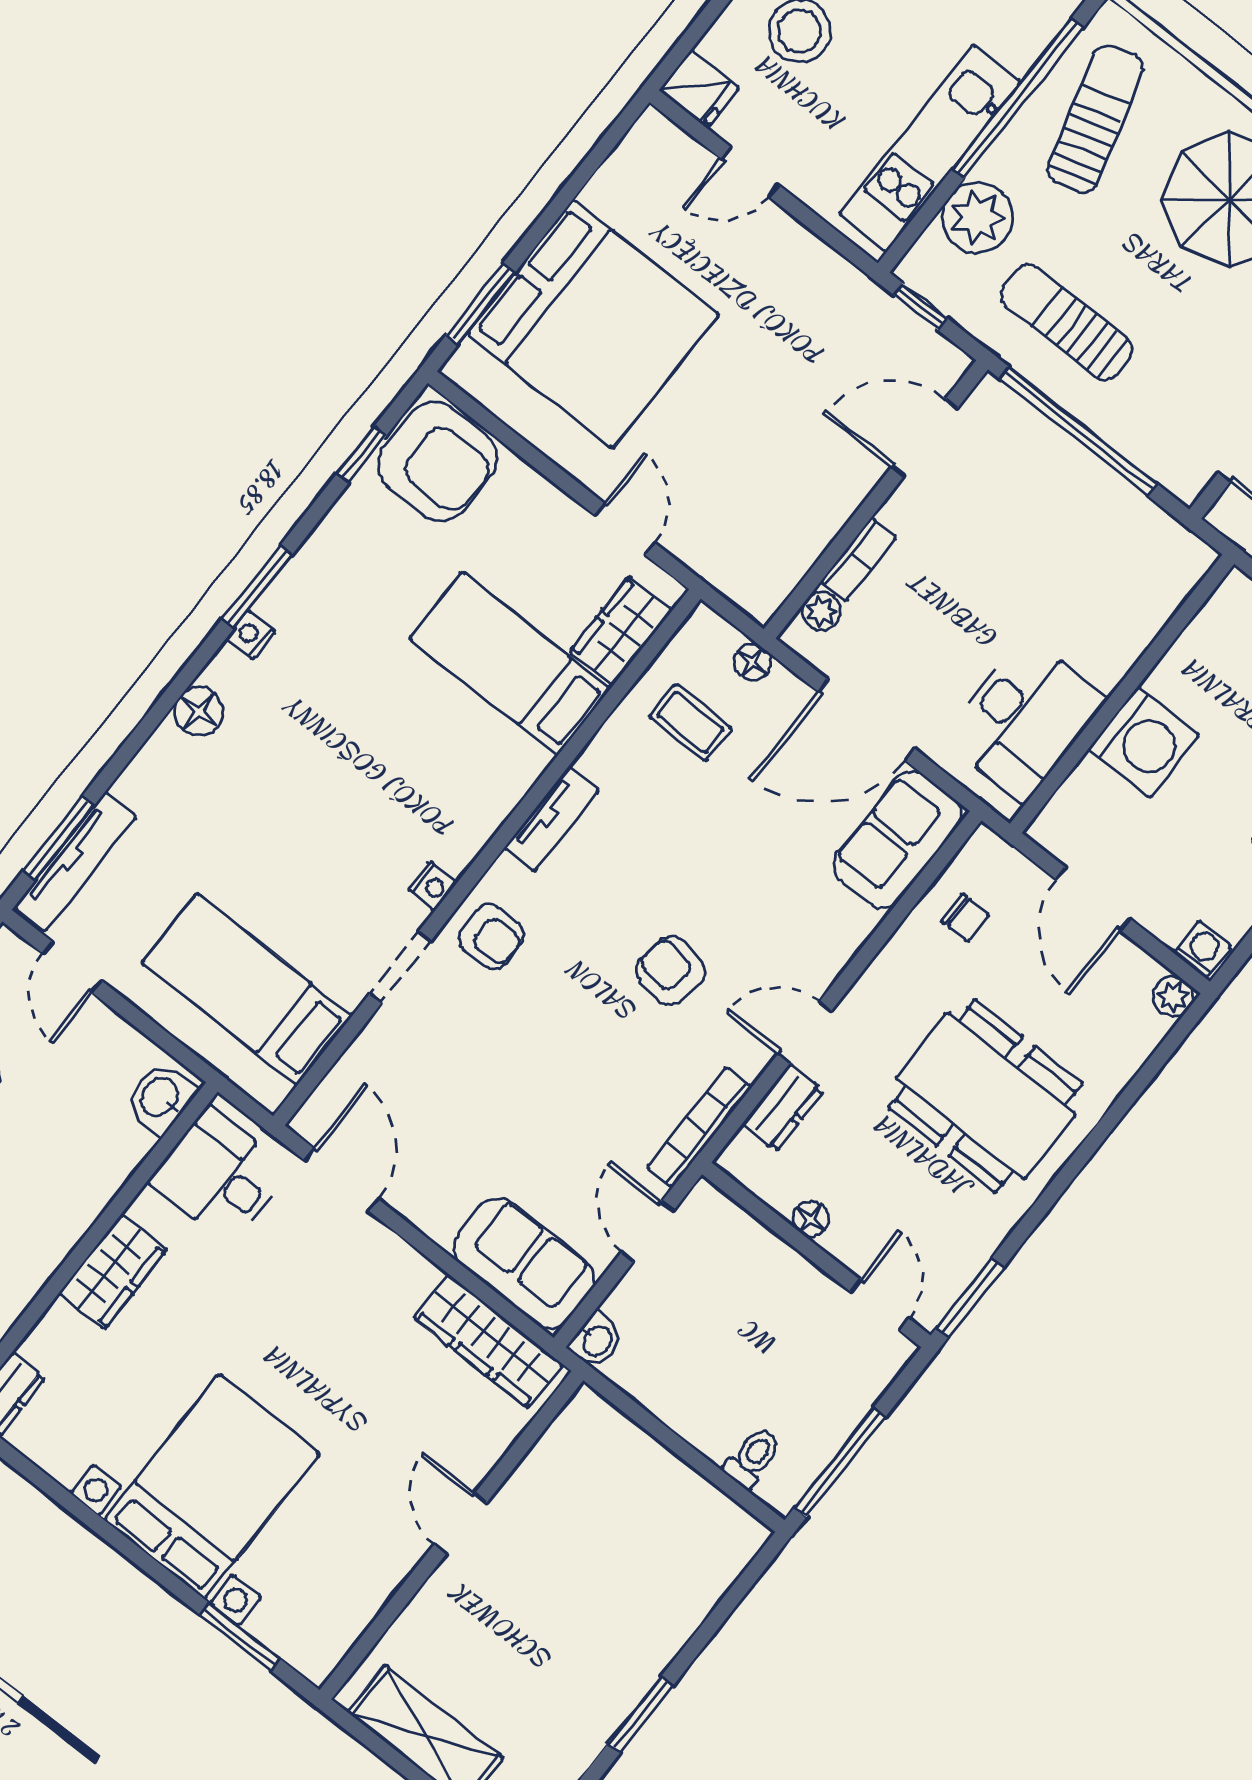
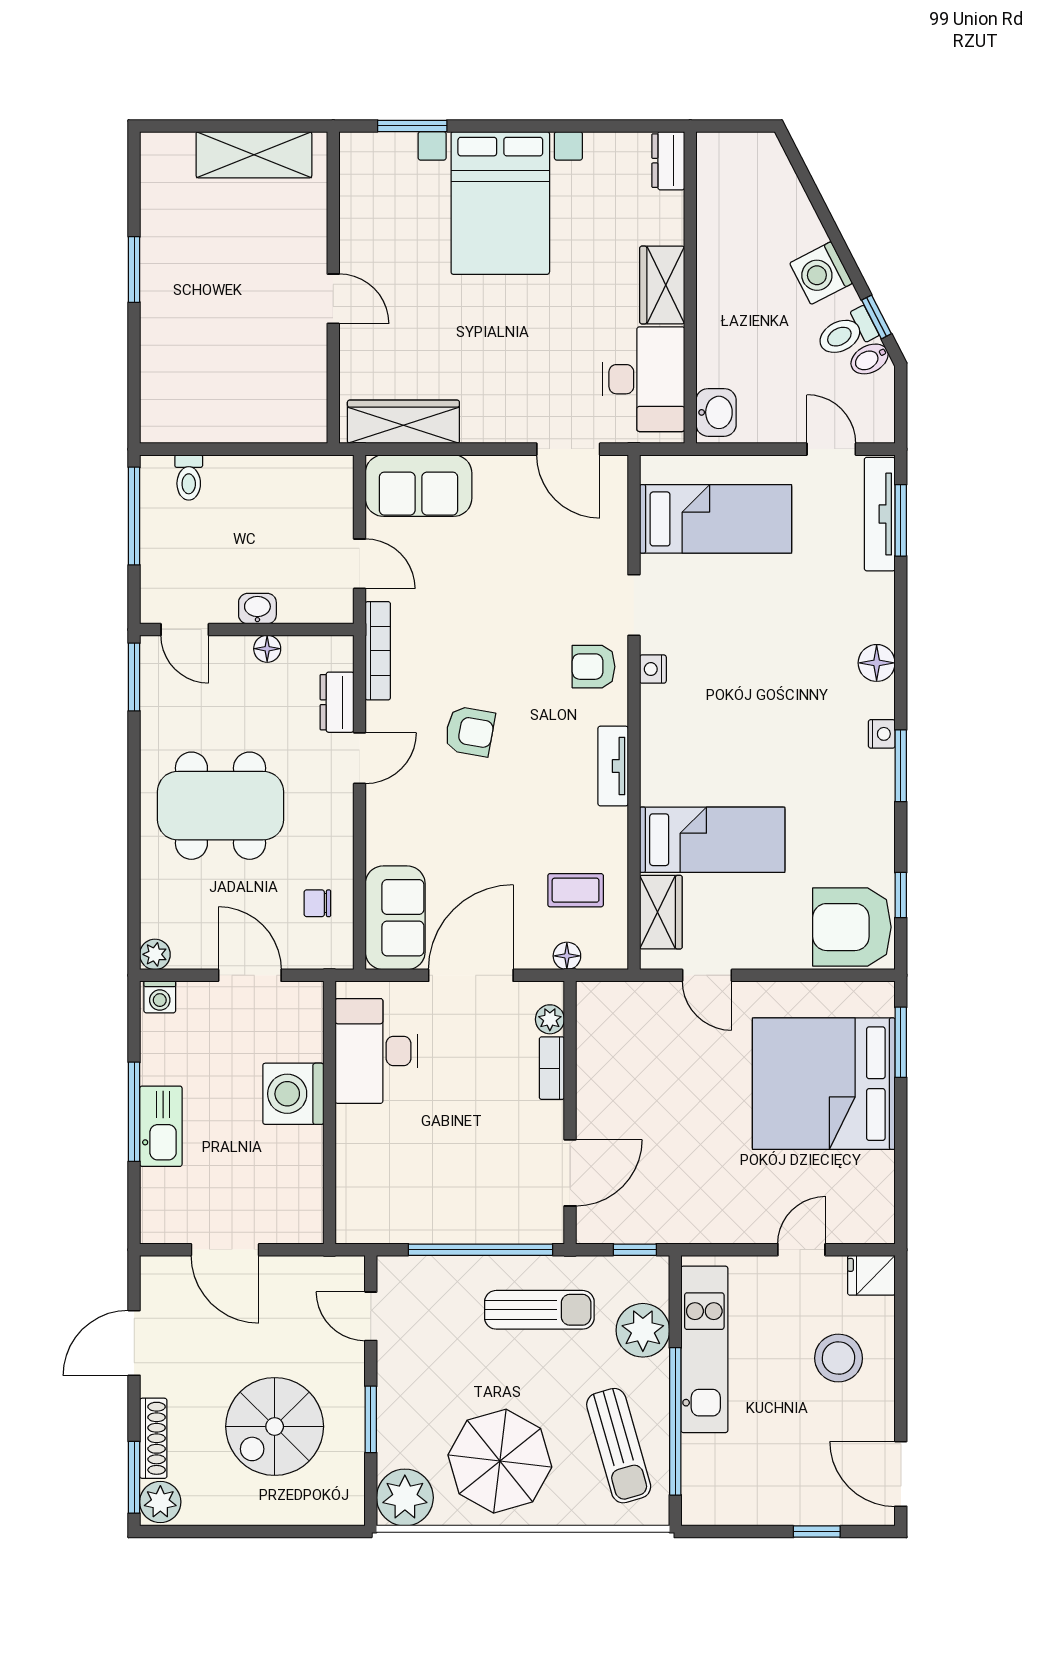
desk: (219, 1176) -> (644, 379), width x1.37
washbasin: (596, 1340) -> (257, 609), moved, turned 90

